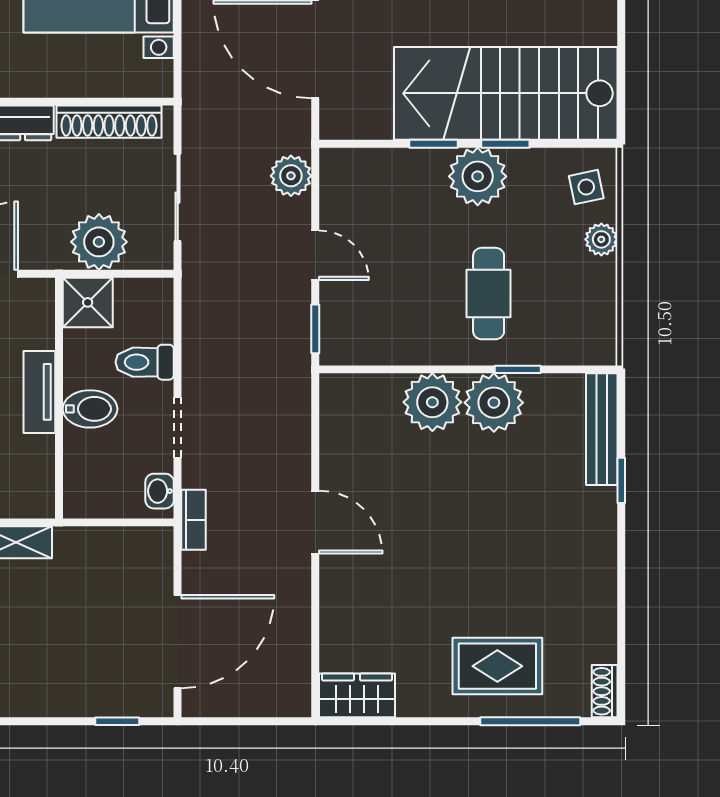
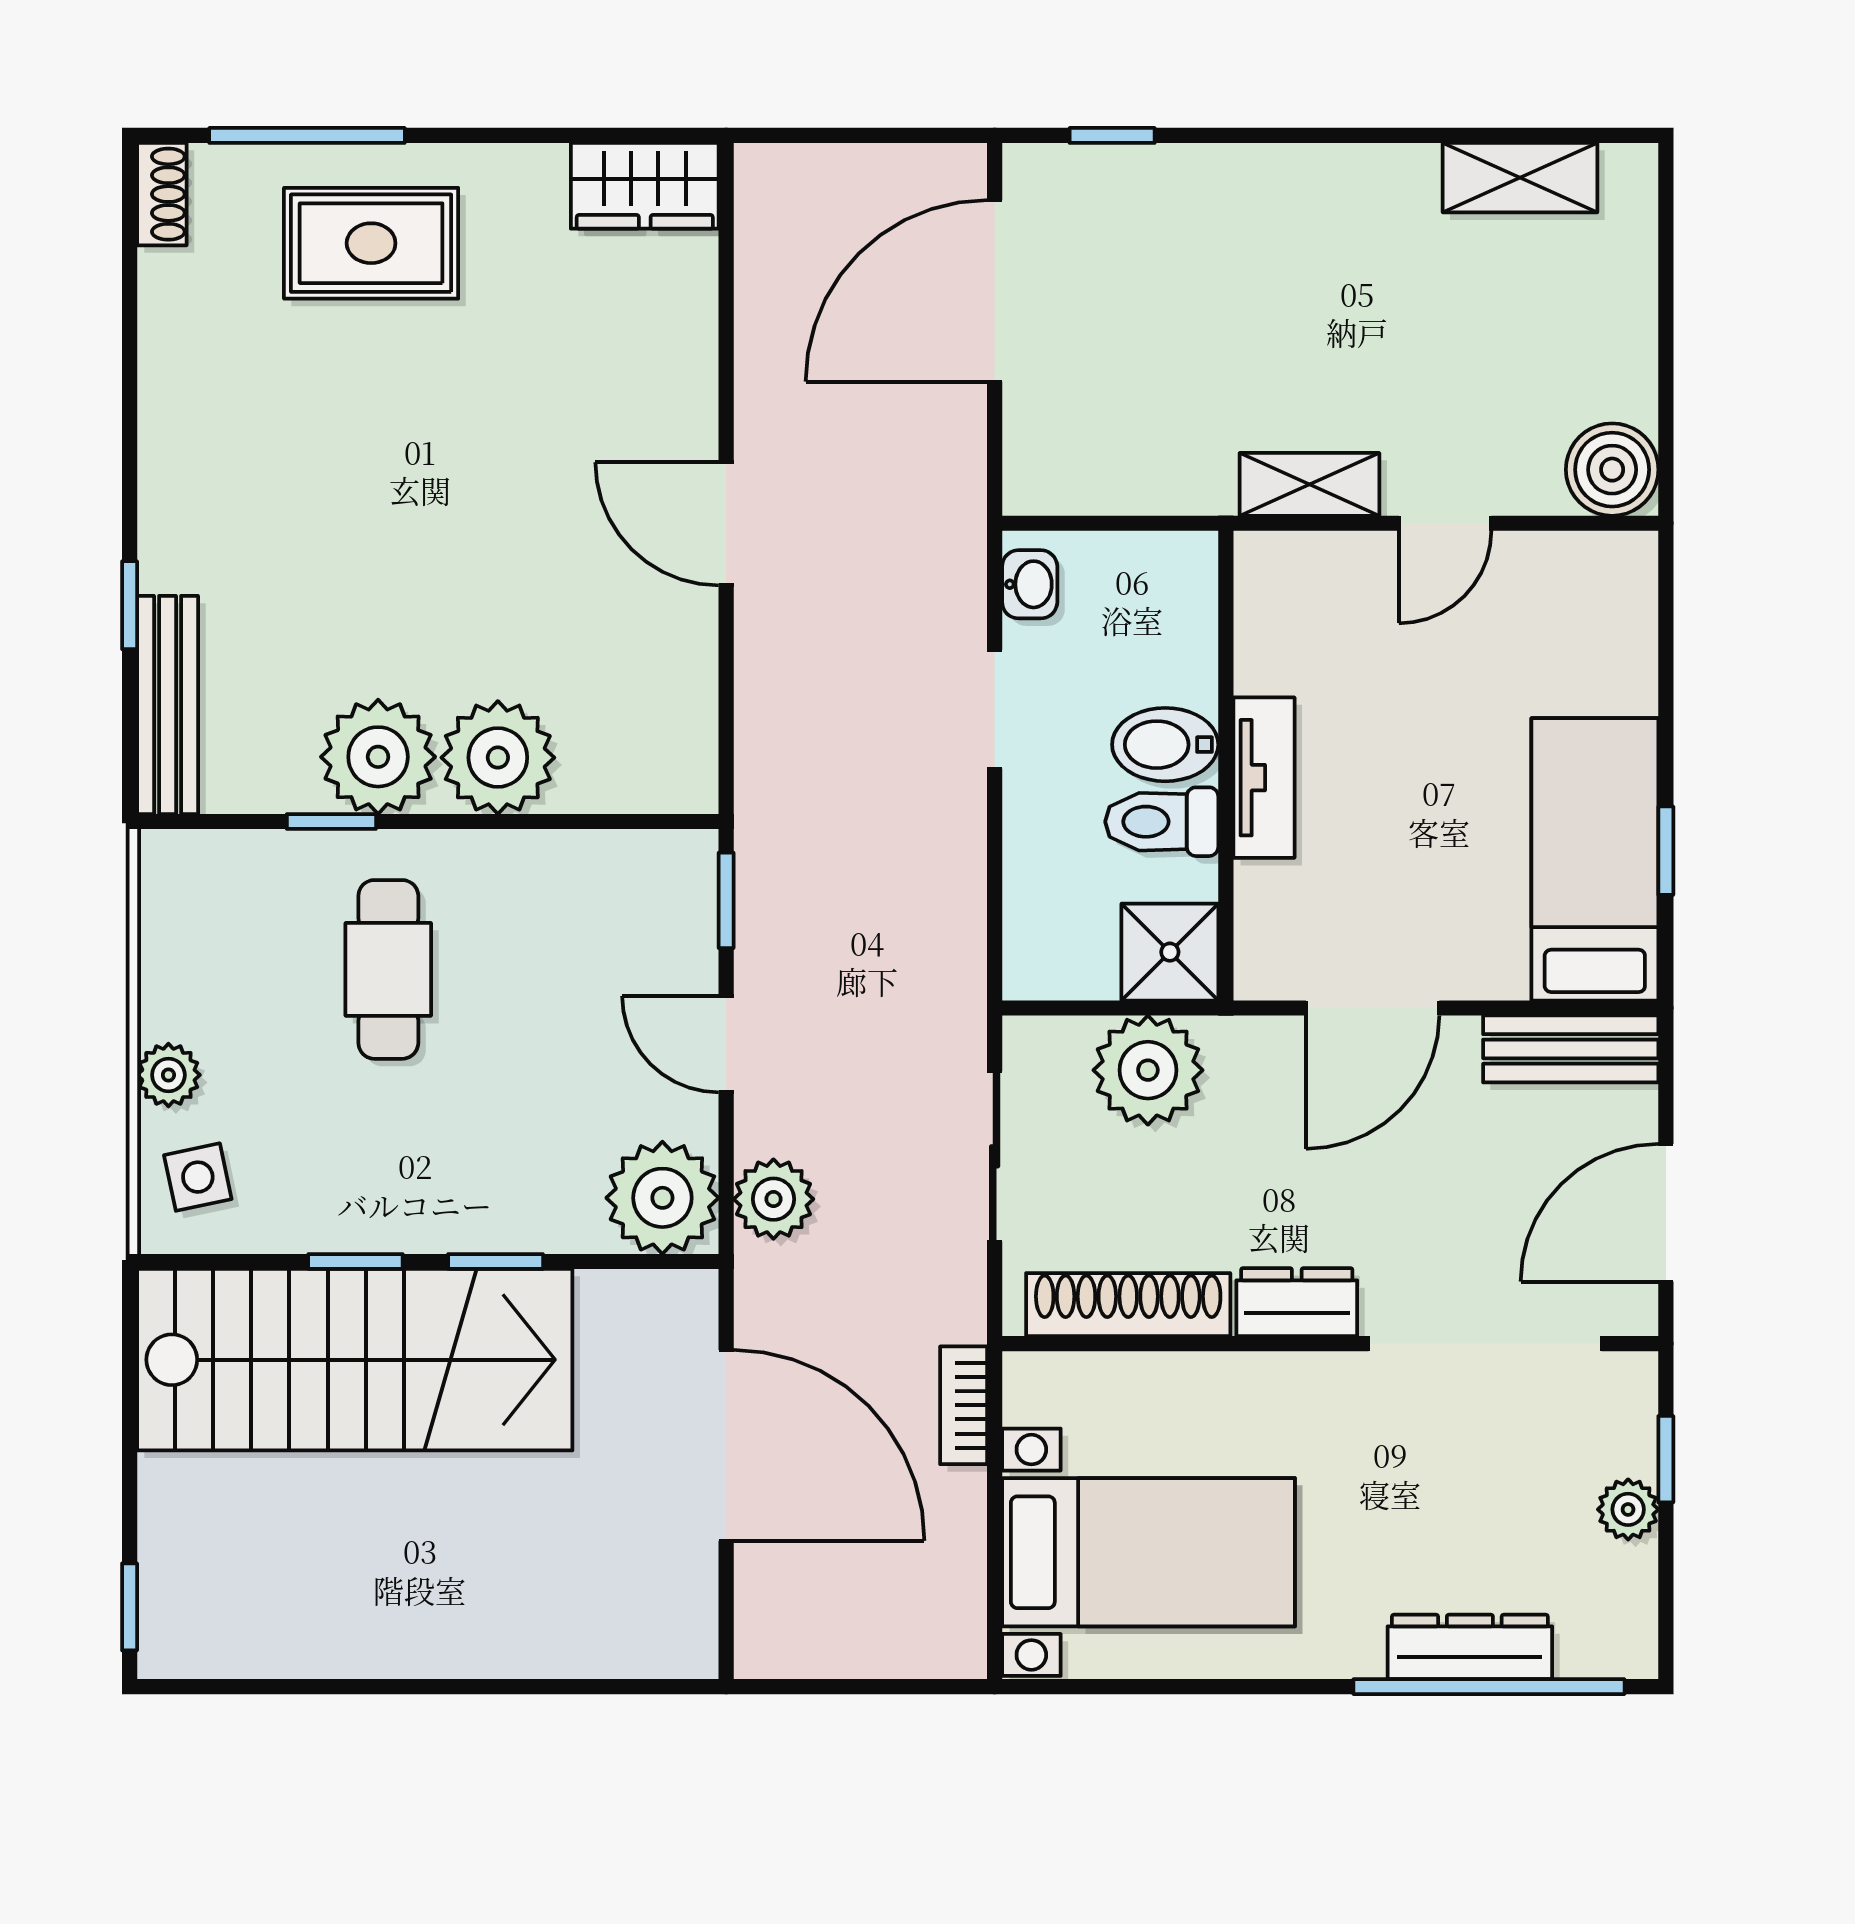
plant: (478, 176) -> (662, 1198), moved
toilet: (145, 362) -> (1162, 822), moved, turned 180
bookcase: (193, 520) -> (964, 1405), moved

